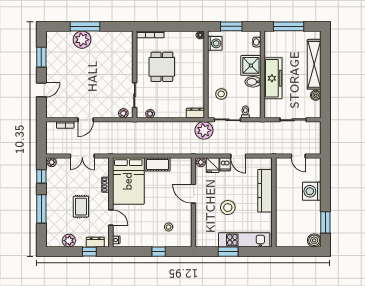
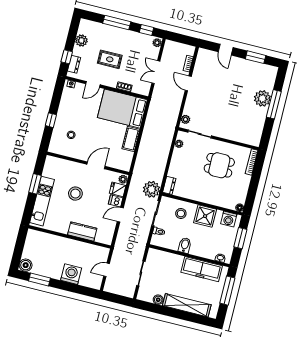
shower: (251, 65) -> (205, 216), moved
freezer: (273, 78) -> (202, 269), moved
kitchen counter: (265, 191) -> (82, 231), width x0.67

